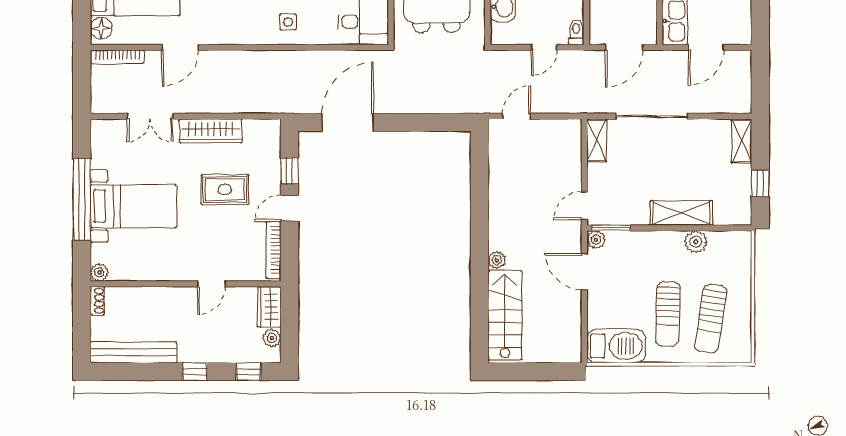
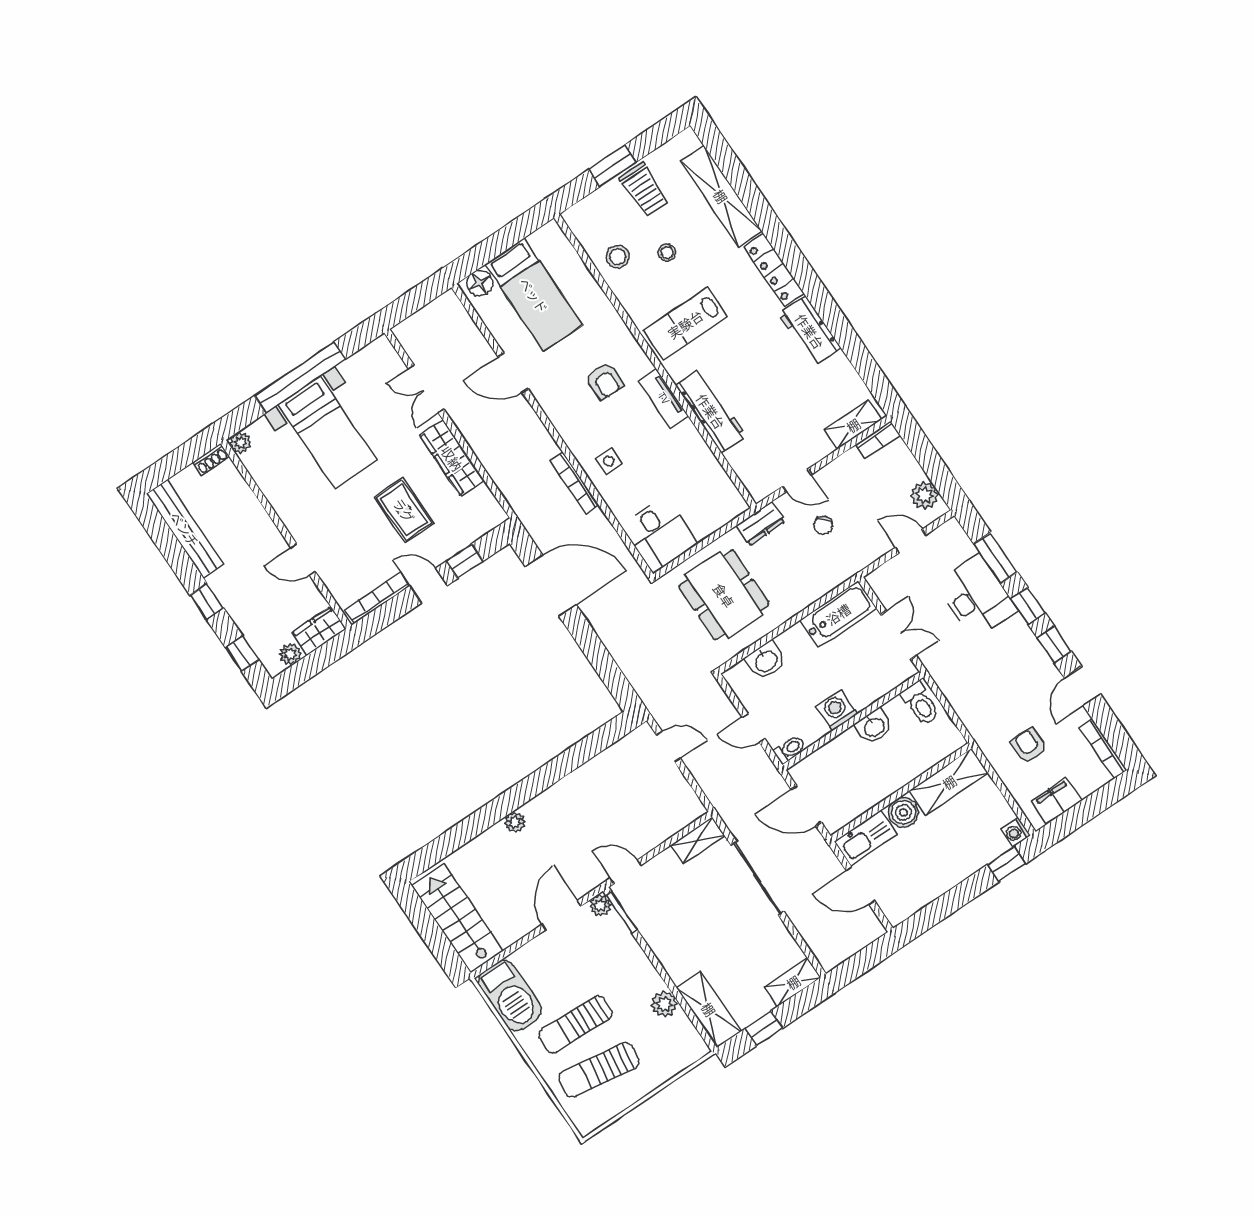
bookcase: (117, 57) -> (574, 483), moved
shelving: (681, 213) -> (709, 1009), moved
stairs: (505, 315) -> (457, 918), moved, turned -90

